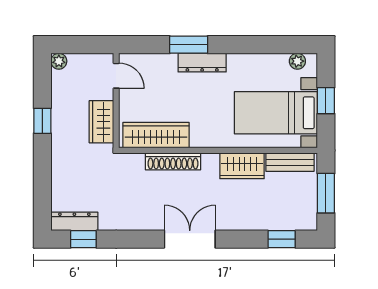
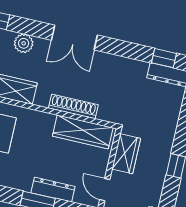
dresser: (202, 63) -> (53, 190), moved
plant: (245, 220) -> (24, 43), added

